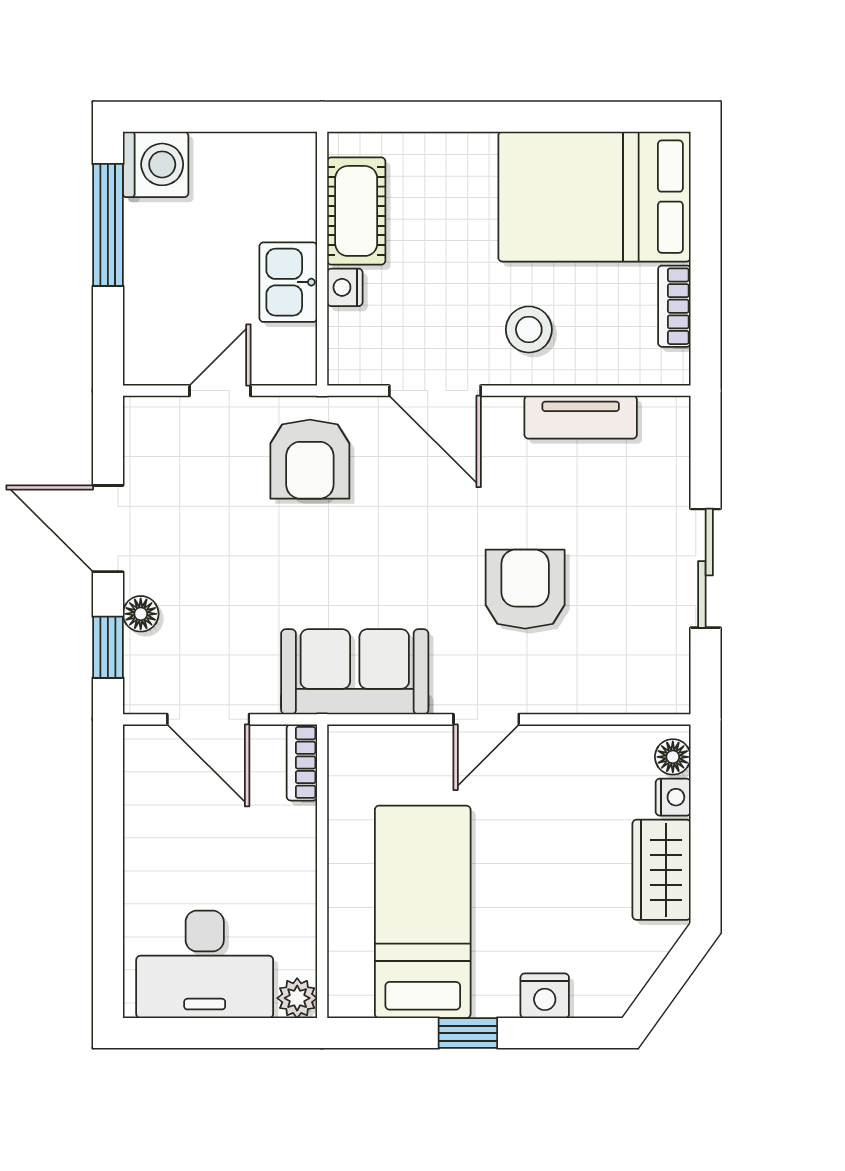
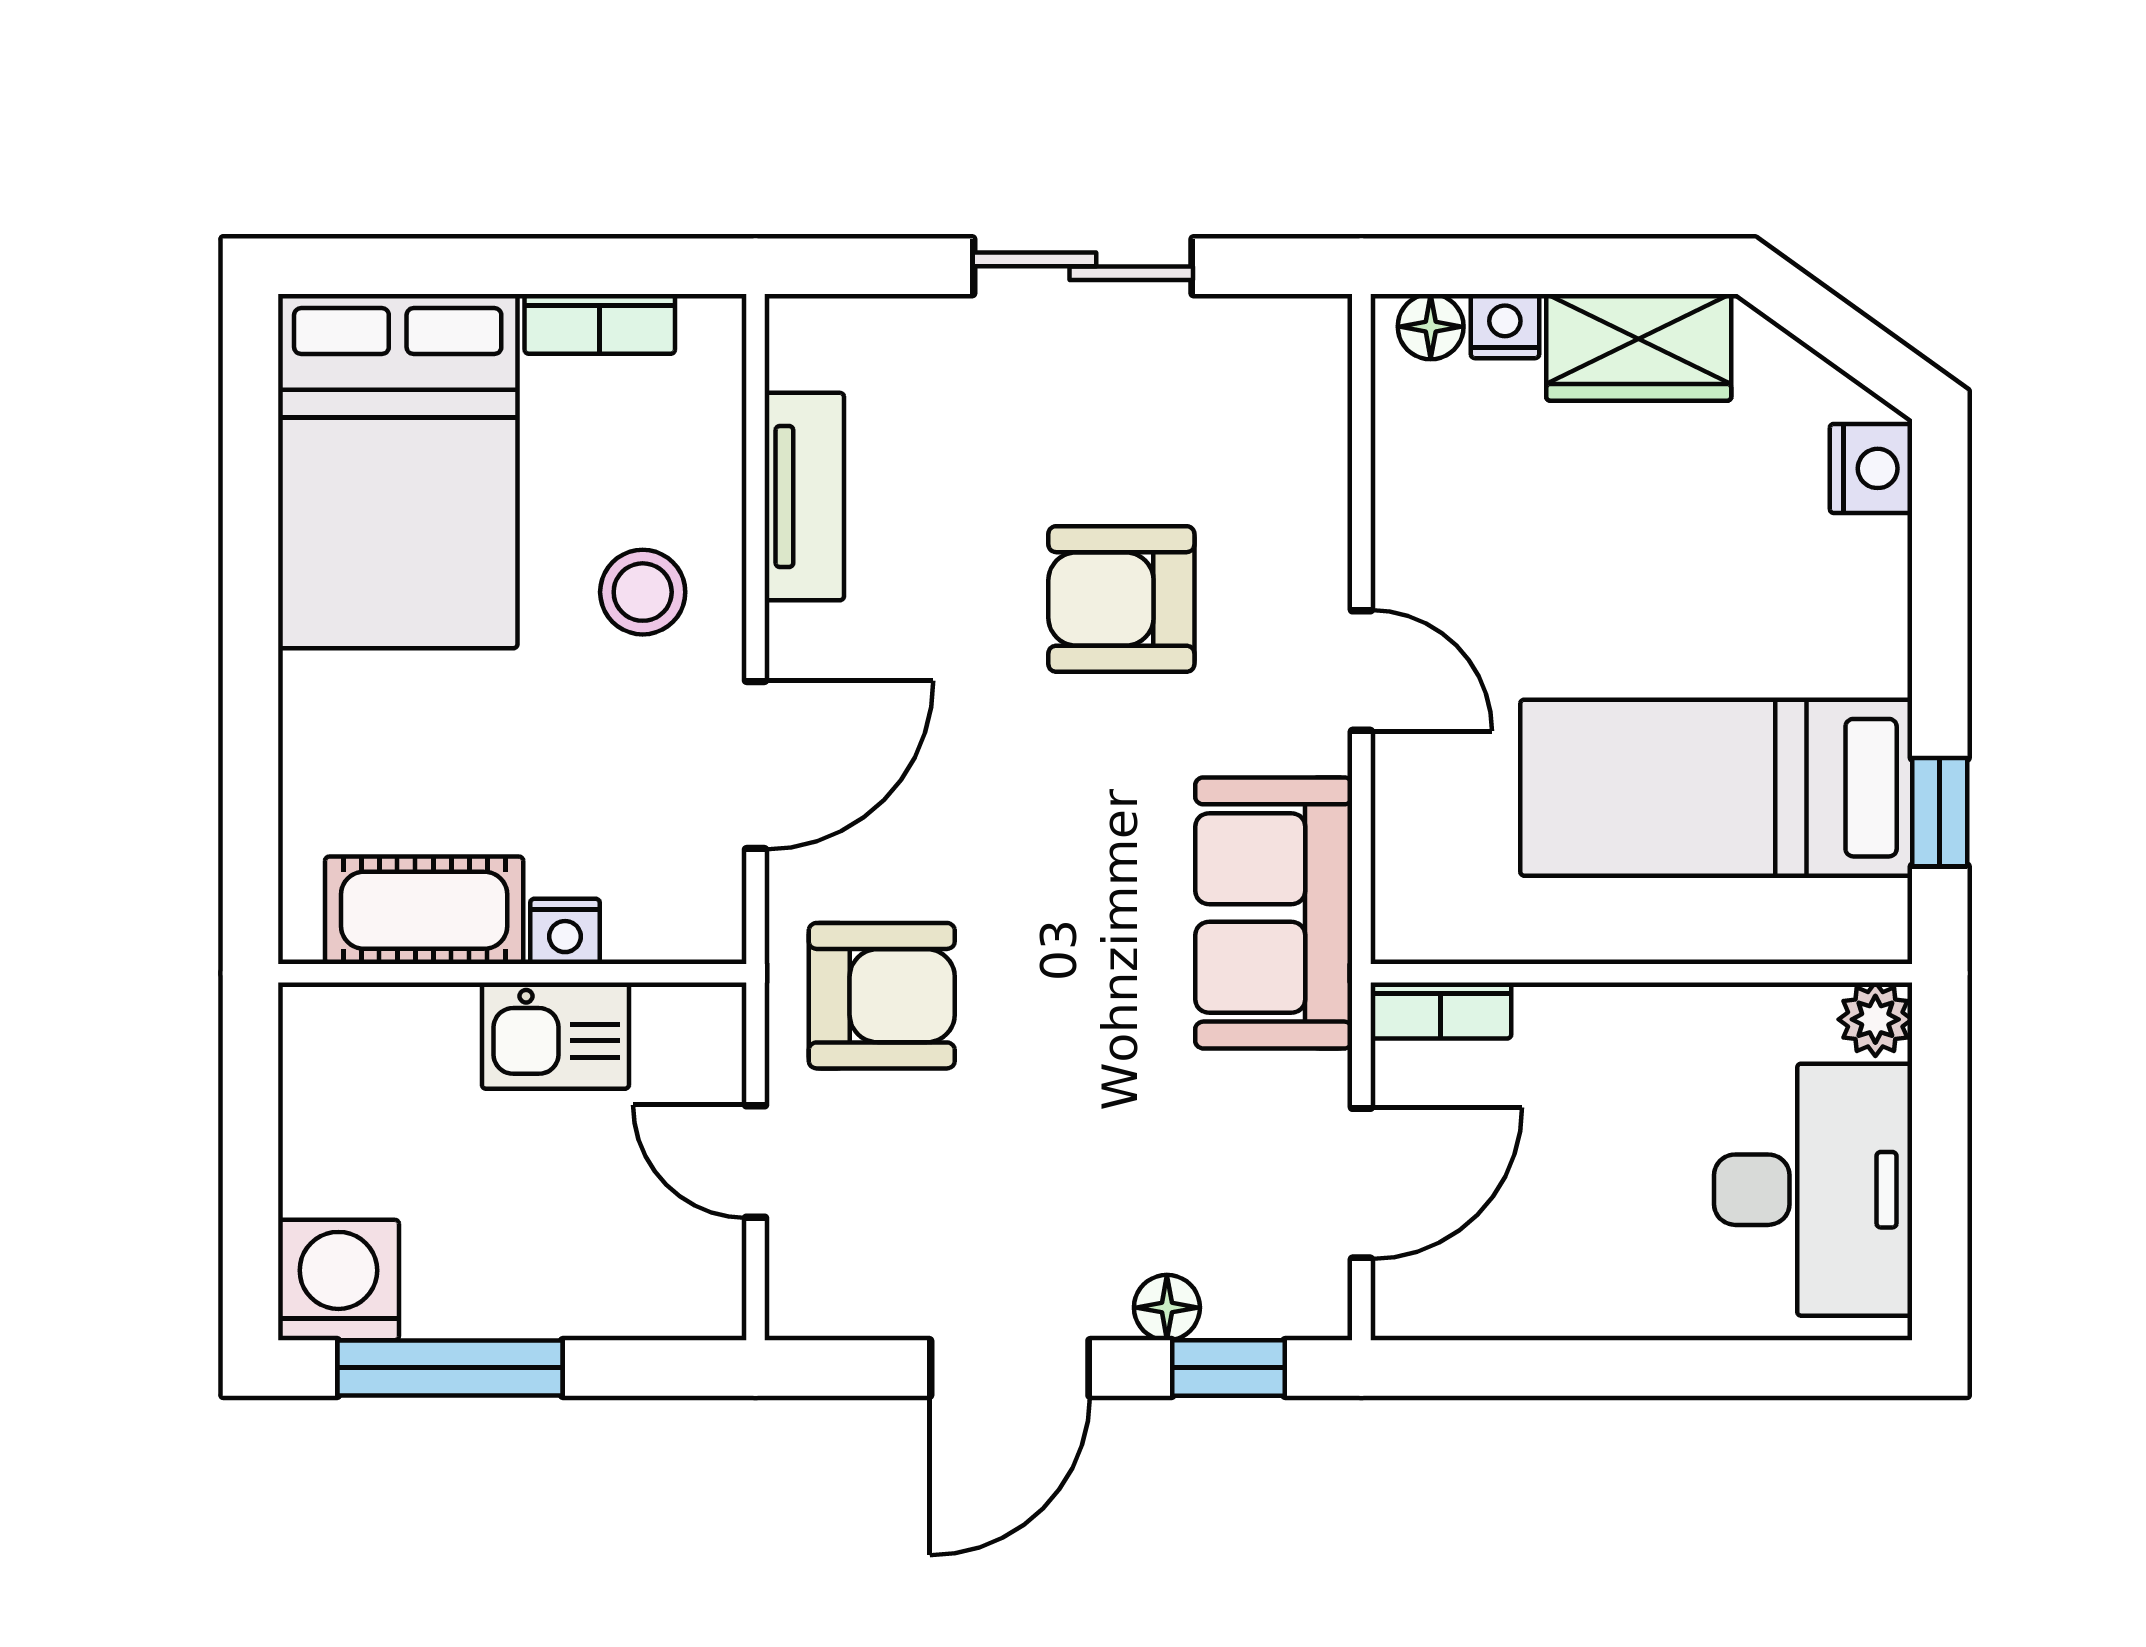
nightstand: (545, 996) -> (1871, 468), moved
window: (468, 1033) -> (1940, 812), moved

